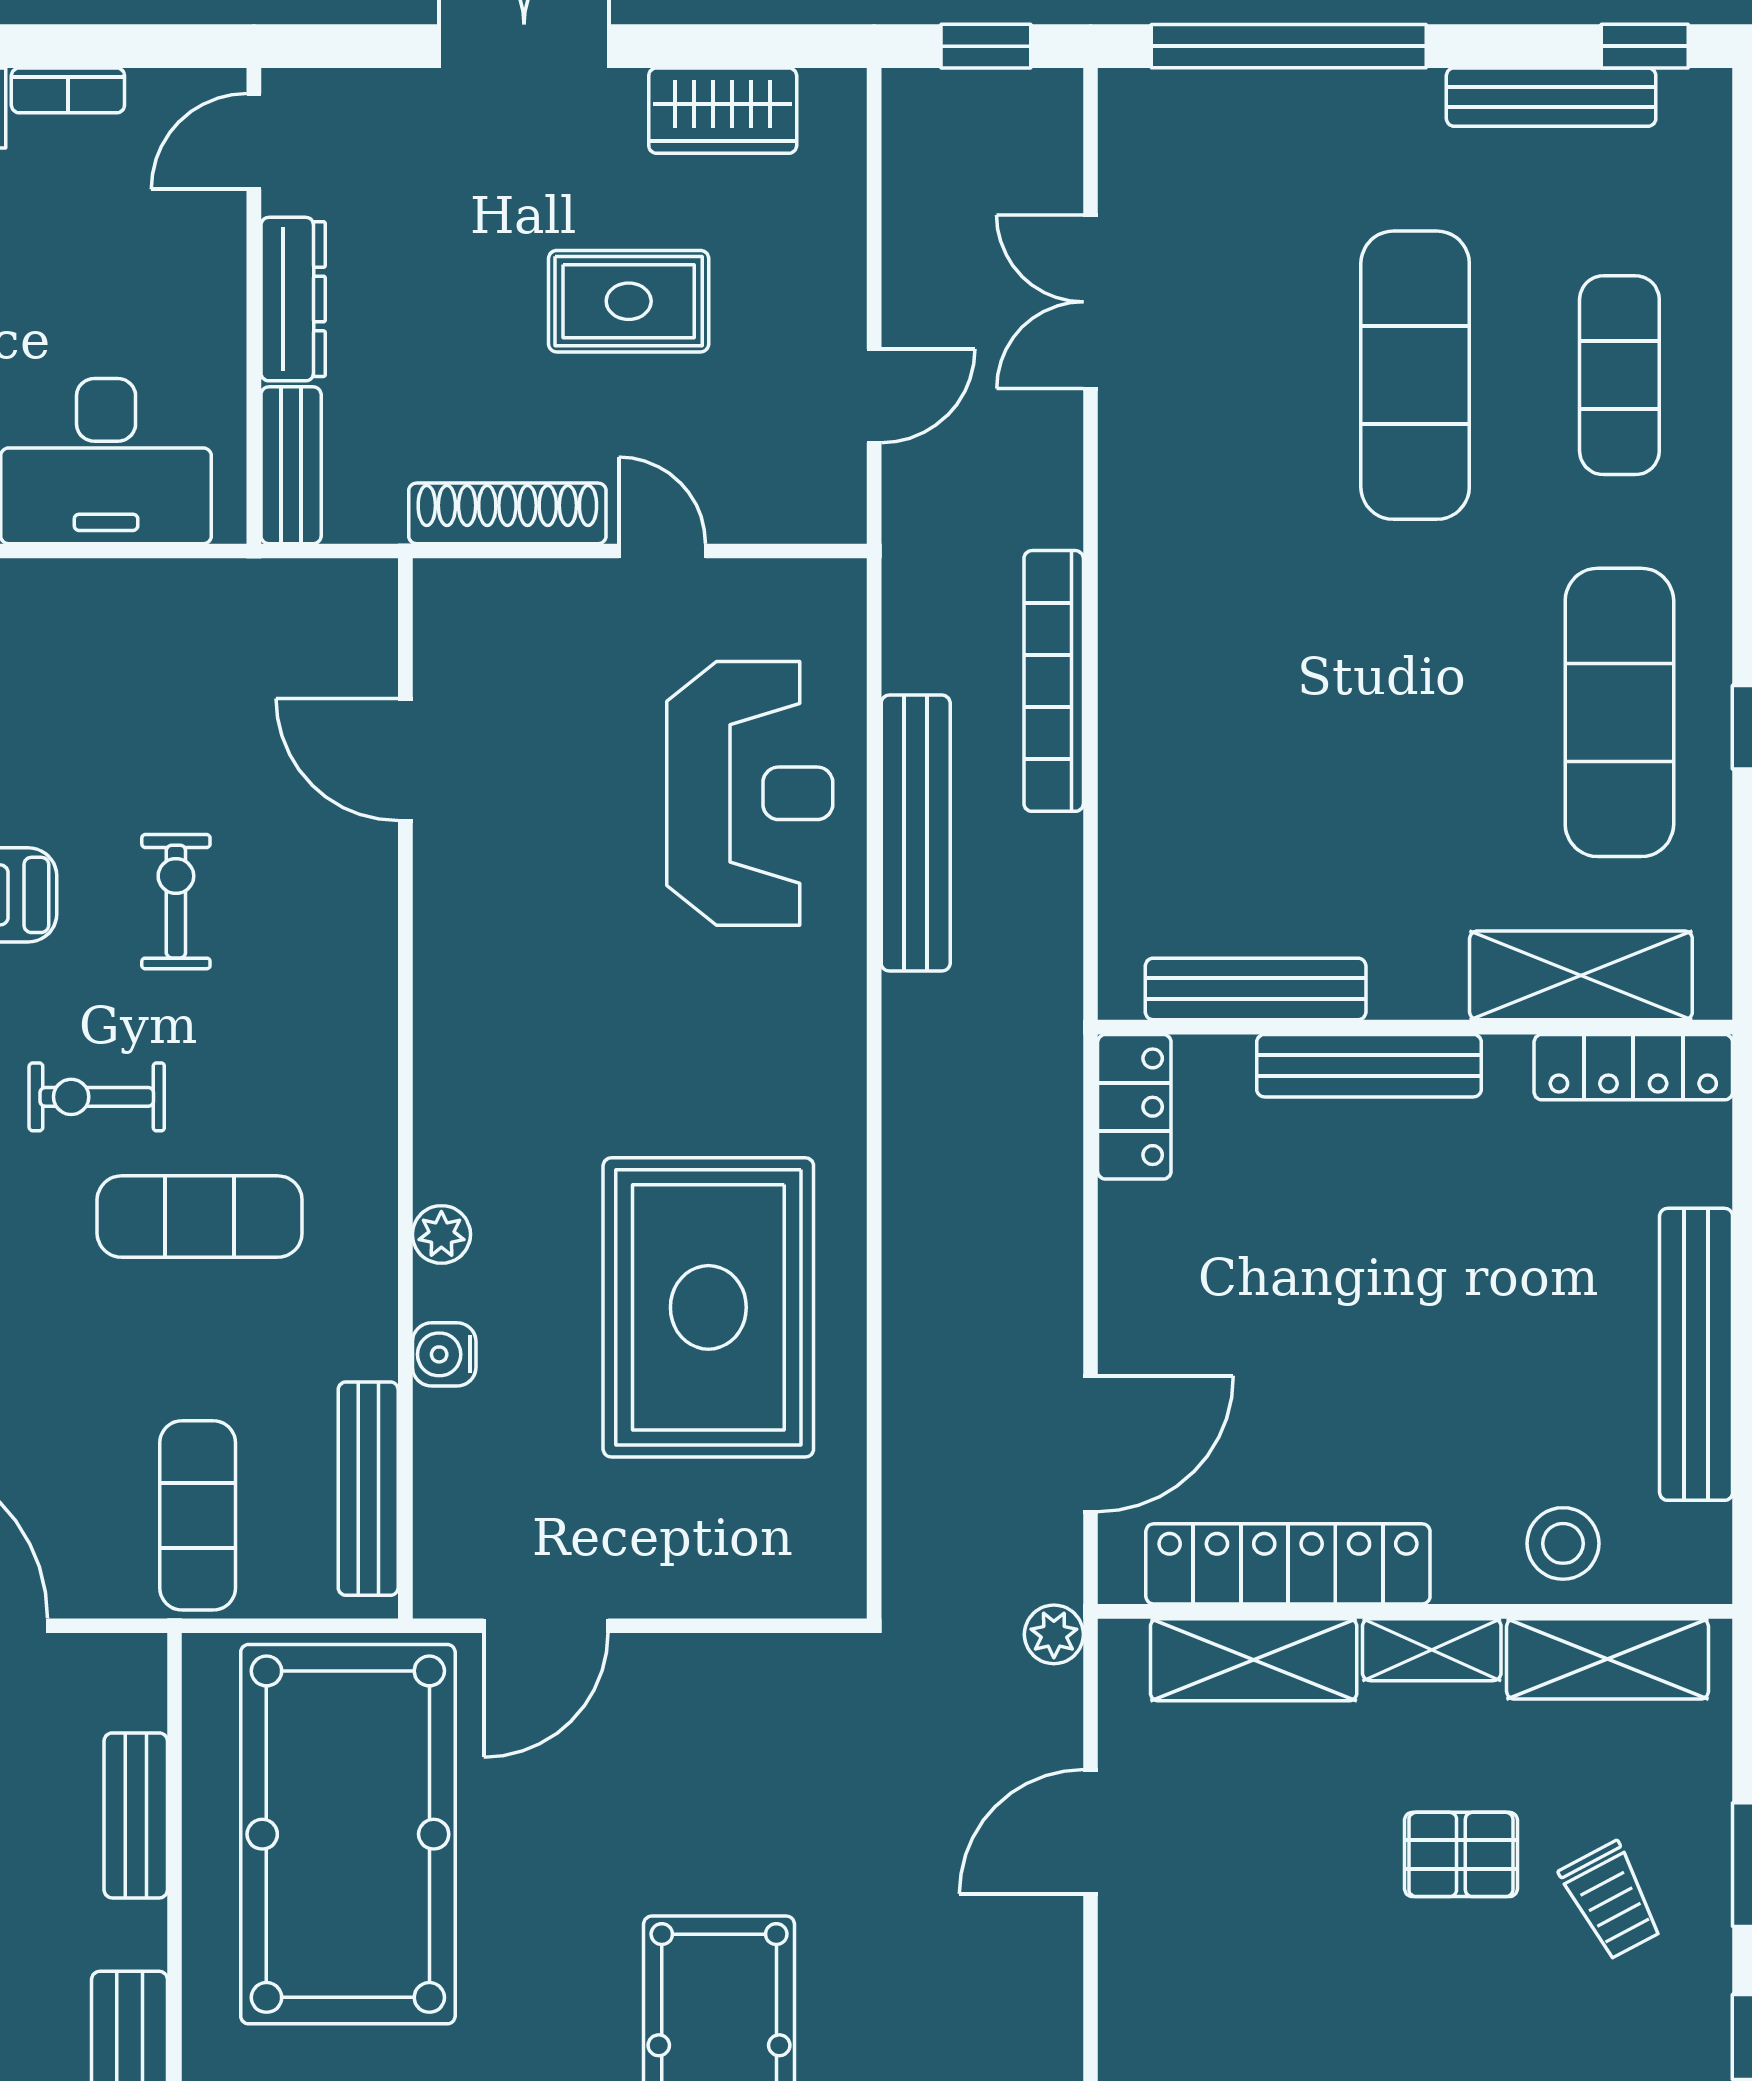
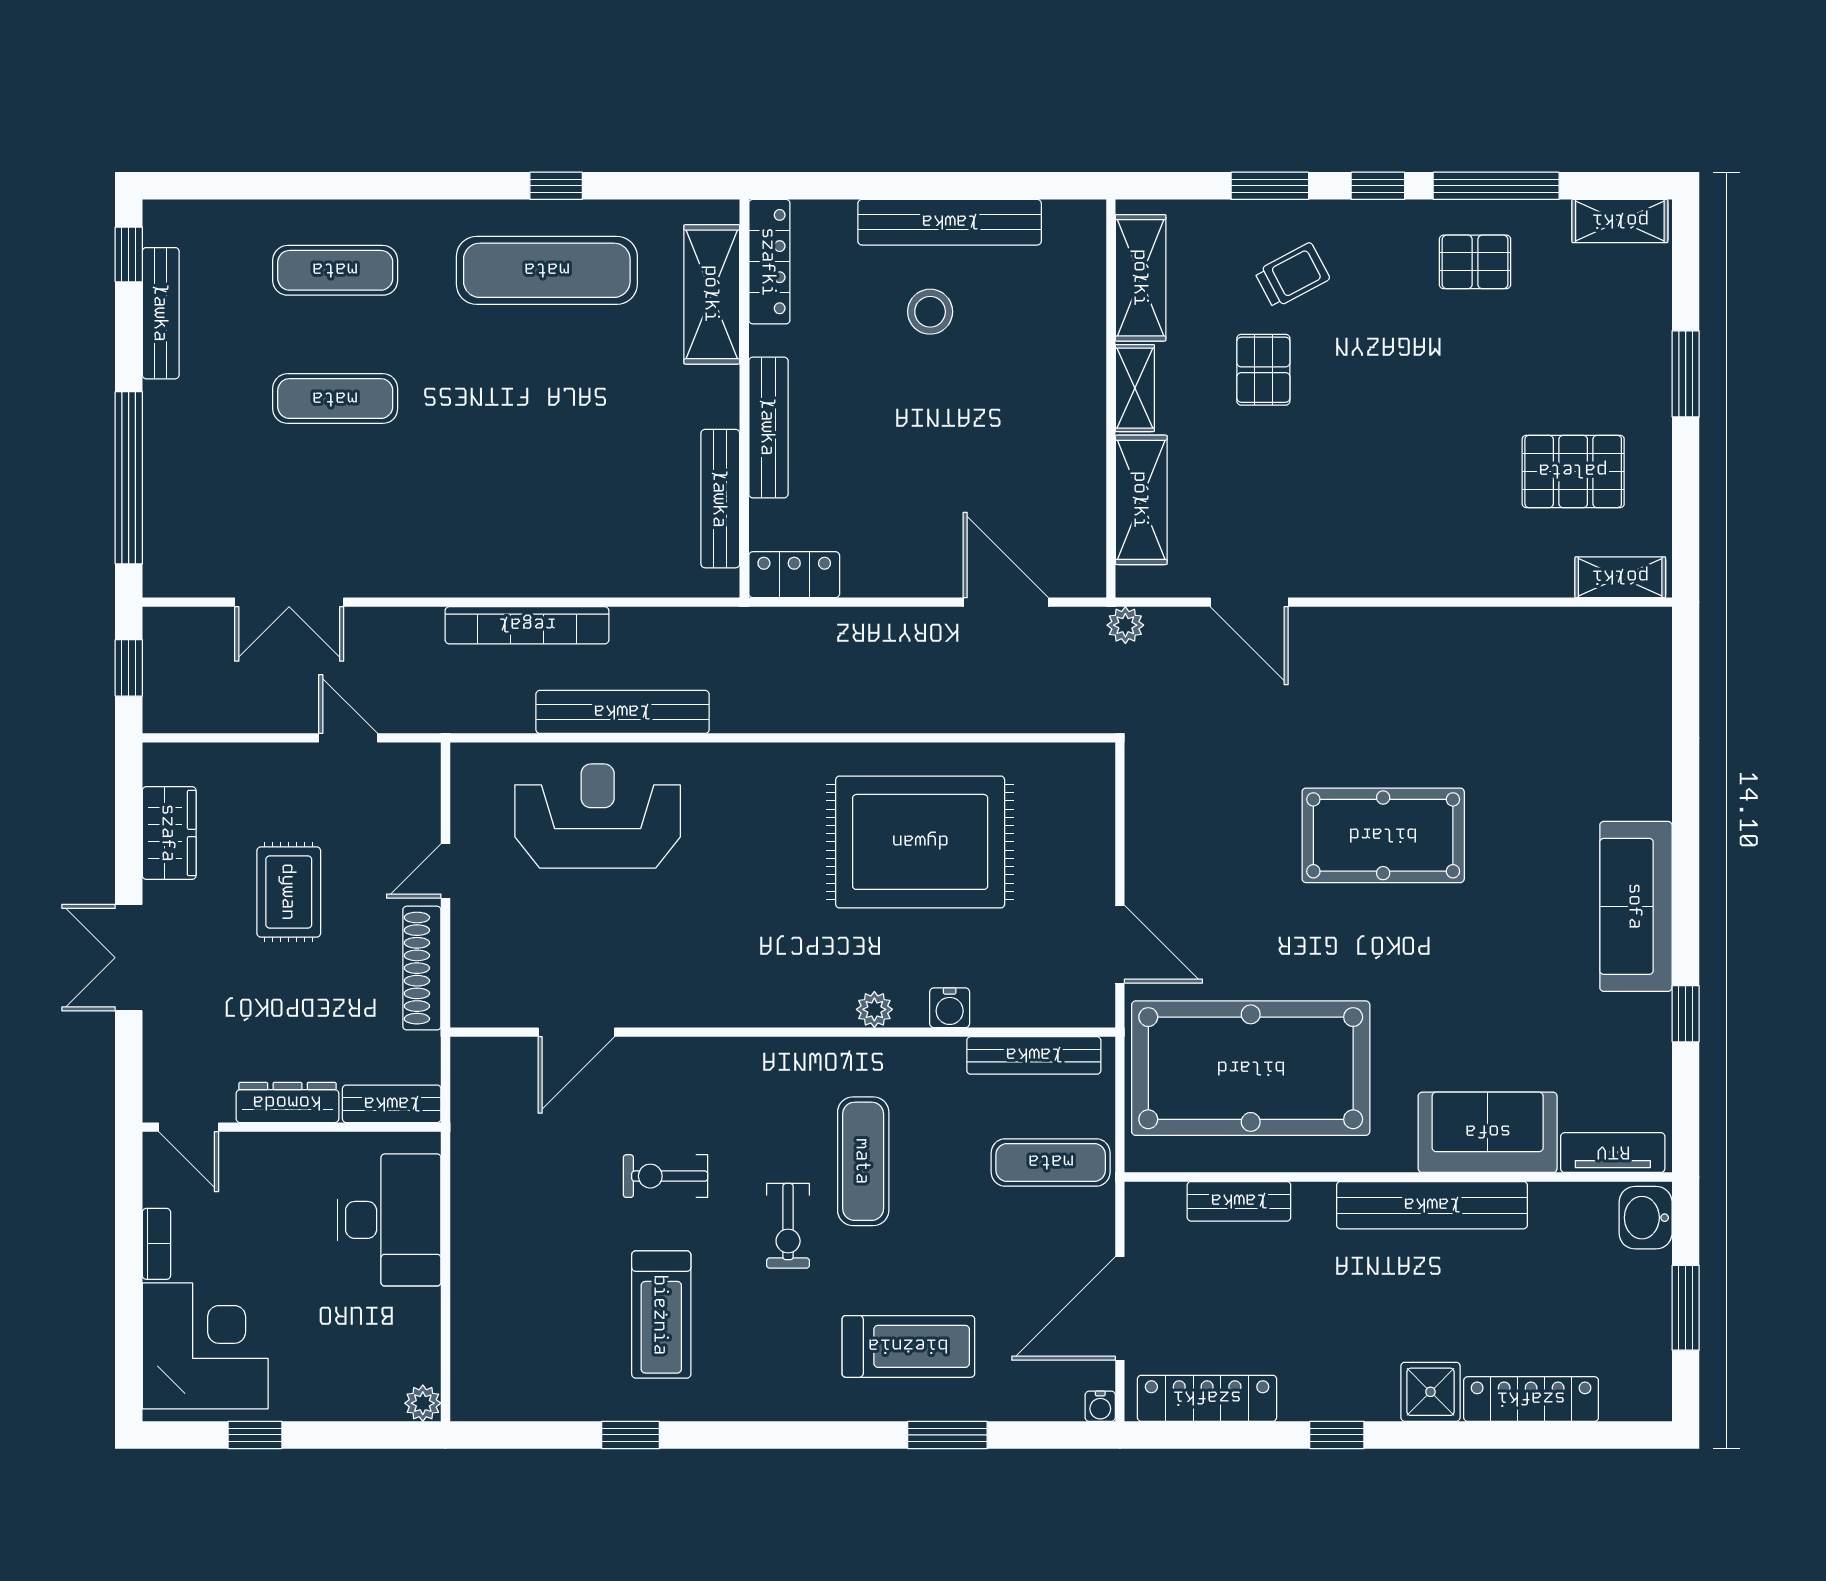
exercise mat: (1415, 375) -> (335, 399), width x0.73, depth x0.69
stool: (1563, 1543) -> (930, 312), moved
locker: (1288, 1564) -> (1081, 478), removed

